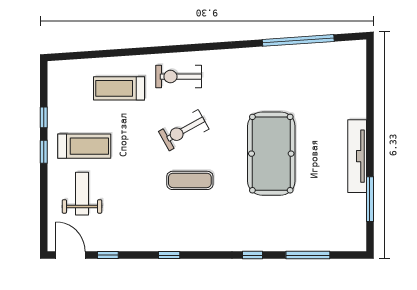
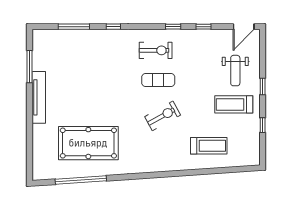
exercise bike: (179, 77) -> (156, 50), moved
window: (44, 152) -> (263, 87), moved
pool table: (271, 154) -> (88, 143), moved, turned 90
door: (70, 255) -> (244, 27), hinge flipped
window: (108, 255) -> (203, 27), moved

